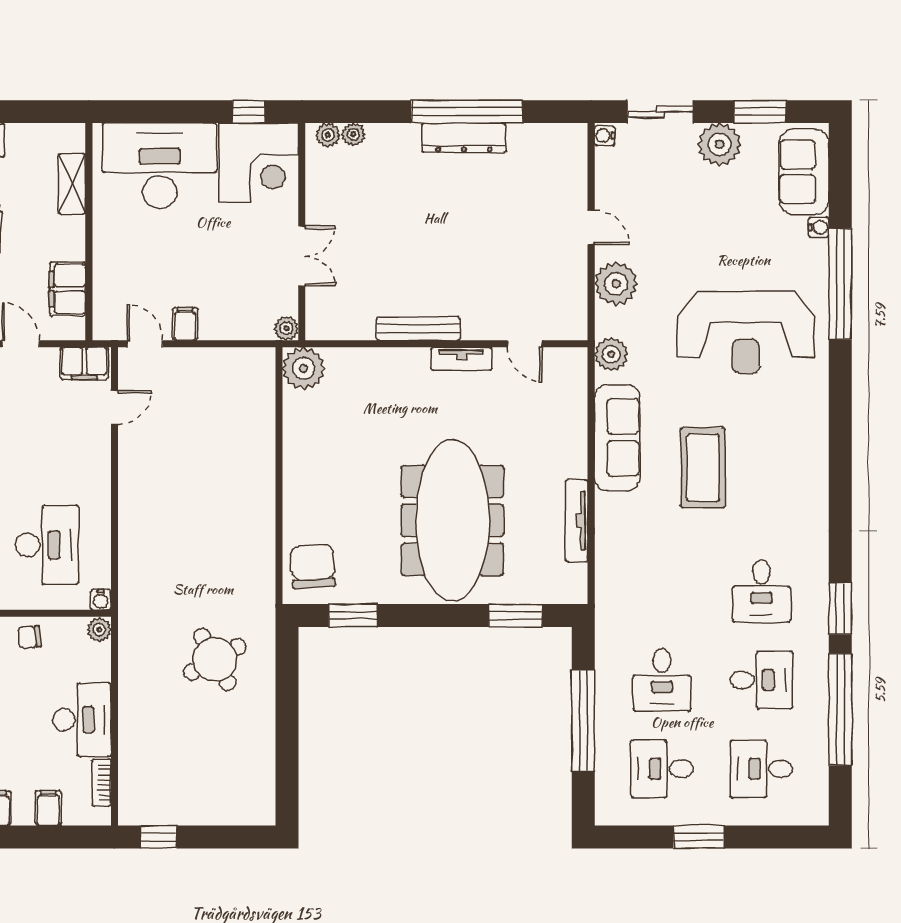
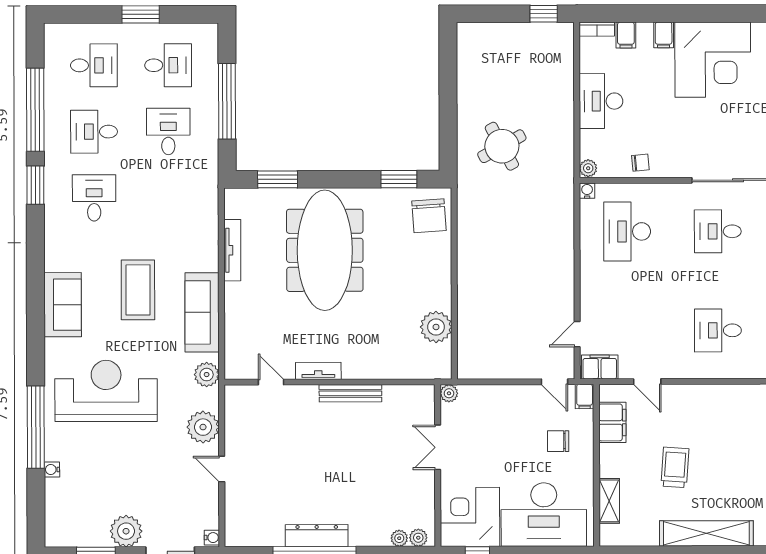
sofa: (804, 172) -> (63, 305), moved
chair: (140, 264) -> (558, 441), added
filing cabinet: (185, 324) -> (585, 396), moved
plant: (304, 368) -> (436, 327), moved
bookcase: (102, 783) -> (597, 29), moved, turned 90

